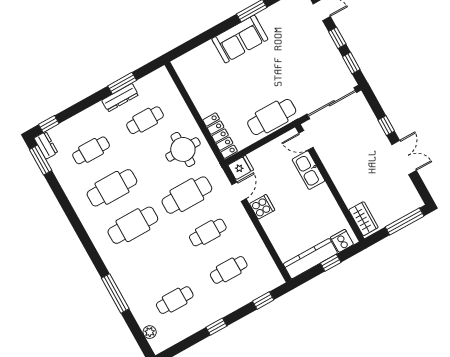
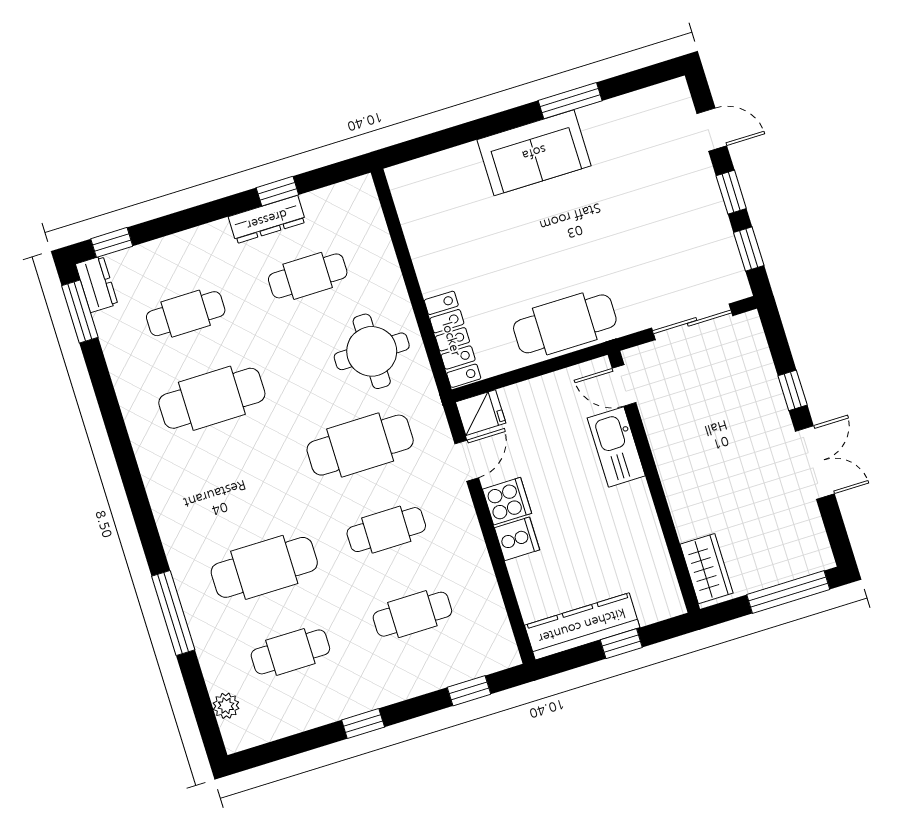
window: (122, 83) -> (277, 191), width x0.67
sliding door: (332, 103) -> (692, 322), width x0.73
cafe table: (133, 225) -> (264, 567), moved
cooker: (342, 241) -> (517, 539), moved, turned 90

